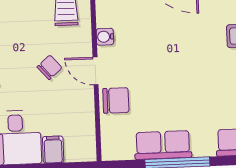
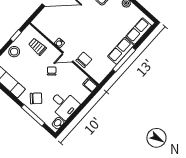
row of seats: (163, 145) -> (121, 51), moved
filing cabinet: (53, 150) -> (90, 85), moved

